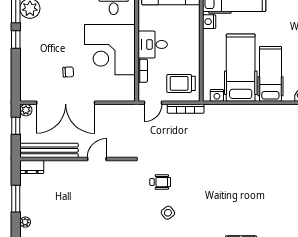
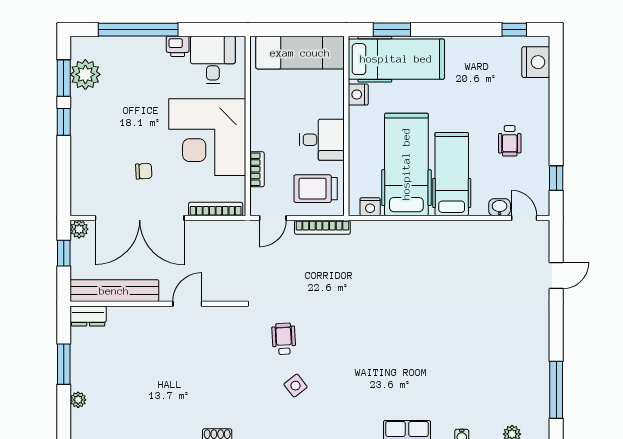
desk: (153, 44) -> (322, 140), moved, turned 180
bookcase: (115, 97) -> (216, 209), added
wheelchair: (160, 182) -> (284, 339), turned -93

